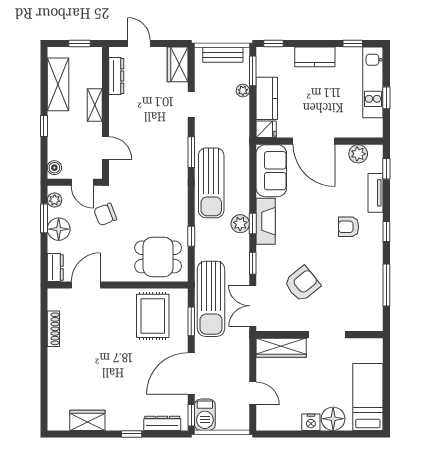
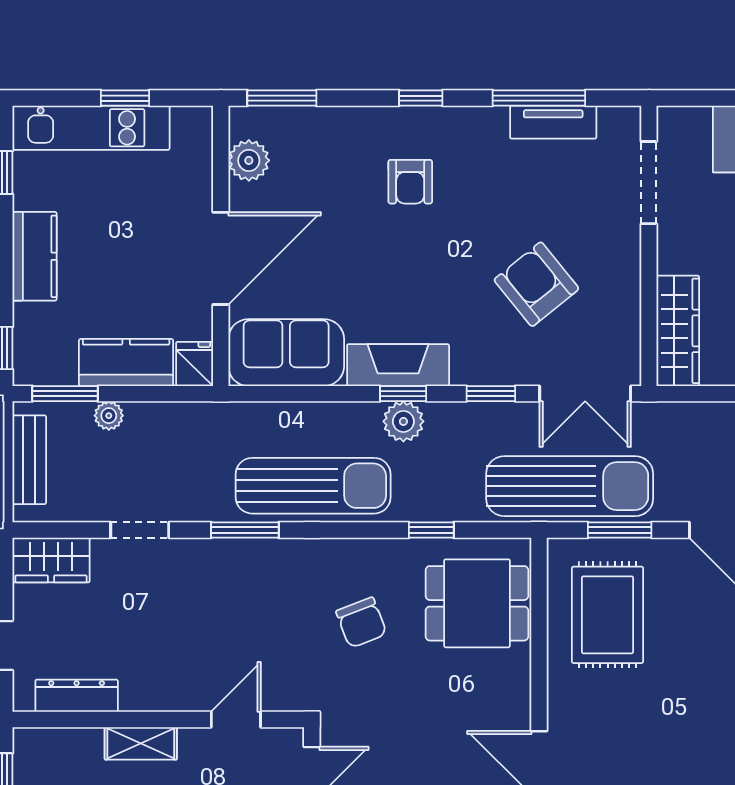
window: (386, 169) -> (282, 98), width x1.50
tv unit: (376, 193) -> (553, 122), moved
chair: (105, 214) -> (361, 623), moved
dining table: (158, 257) -> (477, 603), turned 90
rug: (153, 316) -> (608, 615), turned 90
doorway: (327, 335) -> (649, 183), moved

